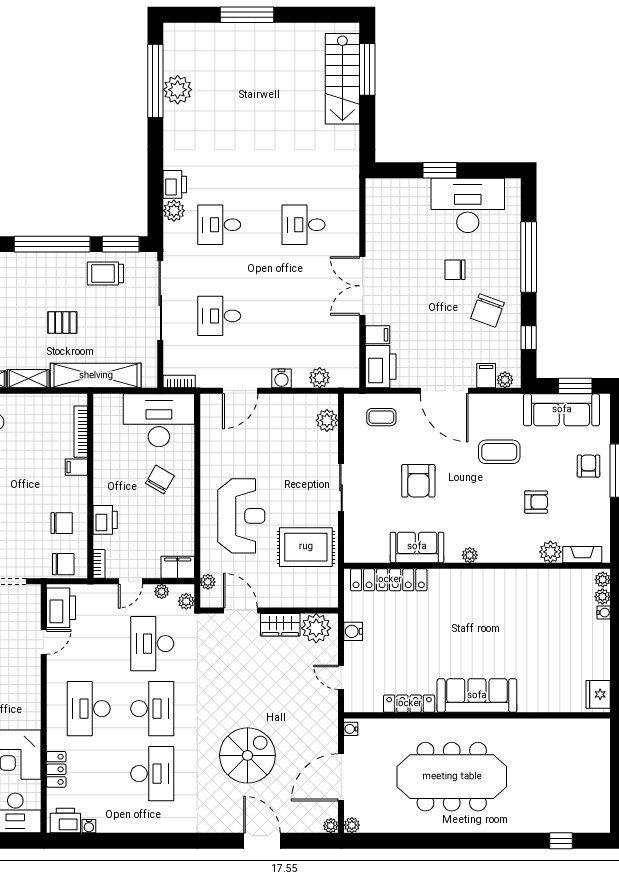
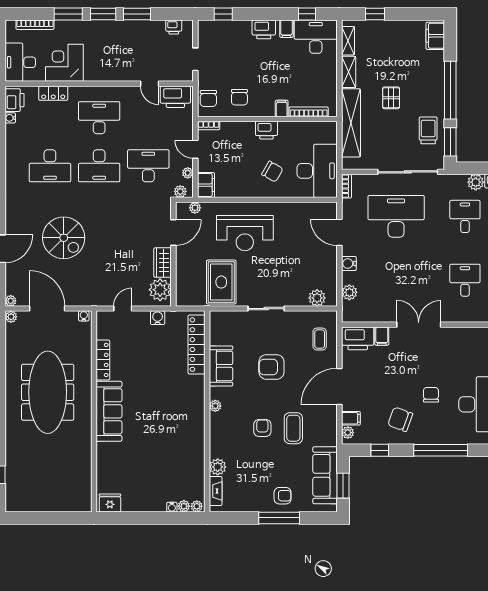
desk: (219, 316) -> (396, 216), width x1.87, depth x1.30
armchair: (536, 502) -> (262, 428), moved, turned 180
printer: (105, 520) -> (266, 130), moved

